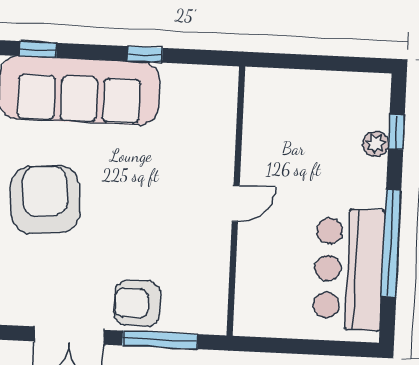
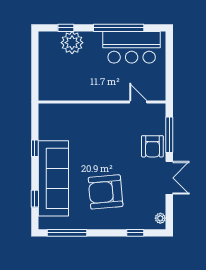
plant: (376, 144) -> (72, 43), width x1.88, depth x1.88
door: (236, 203) -> (138, 102), moved

